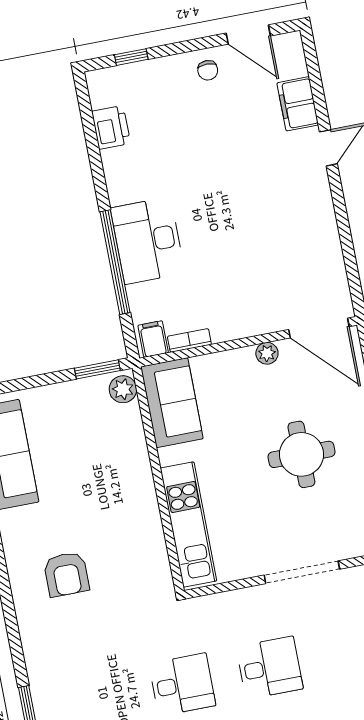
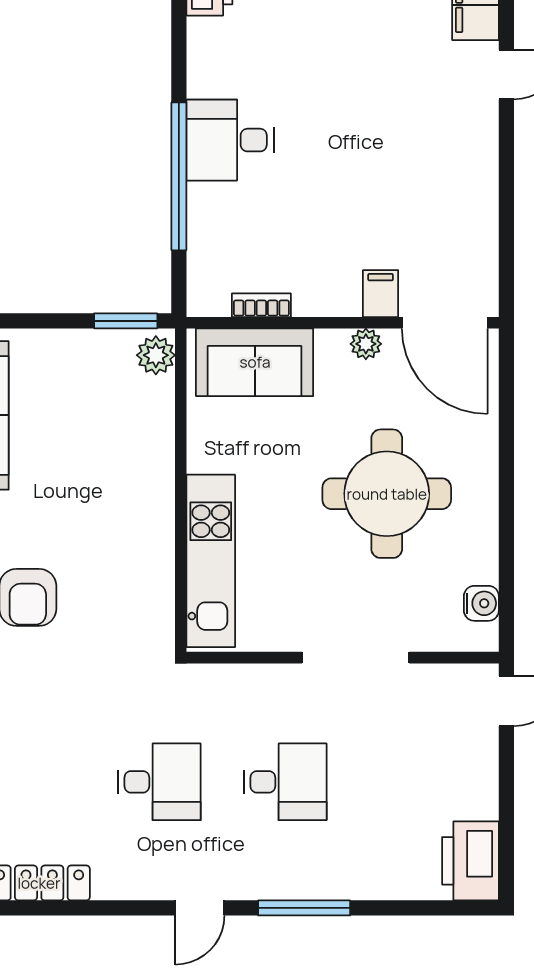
desk: (148, 241) -> (230, 140), width x0.73
filing cabinet: (153, 339) -> (381, 294), moved
sofa: (172, 403) -> (255, 362), moved, turned 90
round table: (301, 454) -> (387, 494), width x1.36, depth x1.36

